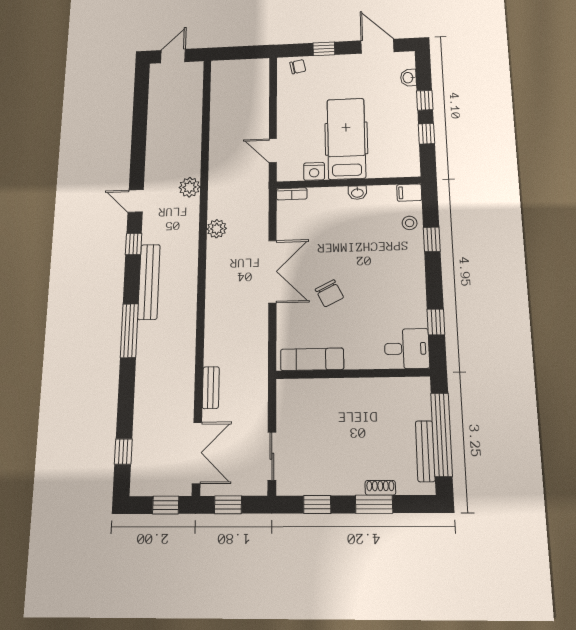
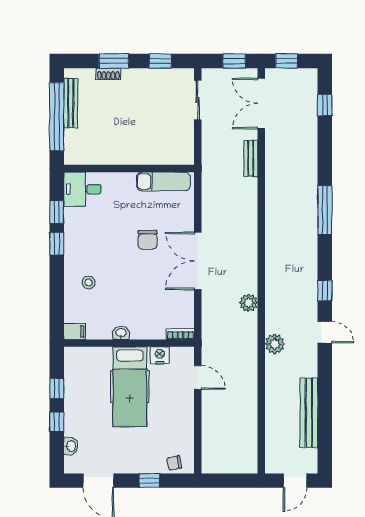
stool: (410, 223) -> (89, 282), moved
window: (432, 239) -> (57, 244), moved
bench: (149, 282) -> (309, 413), moved
chair: (329, 293) -> (148, 240), turned -153

